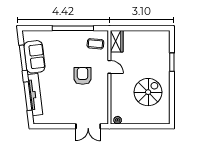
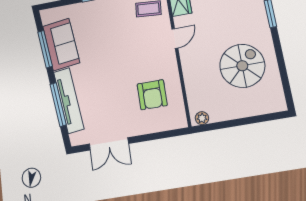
door: (109, 67) -> (175, 38), hinge flipped
armchair: (83, 76) -> (152, 95), moved, turned 180
double door: (88, 126) -> (109, 144), moved

